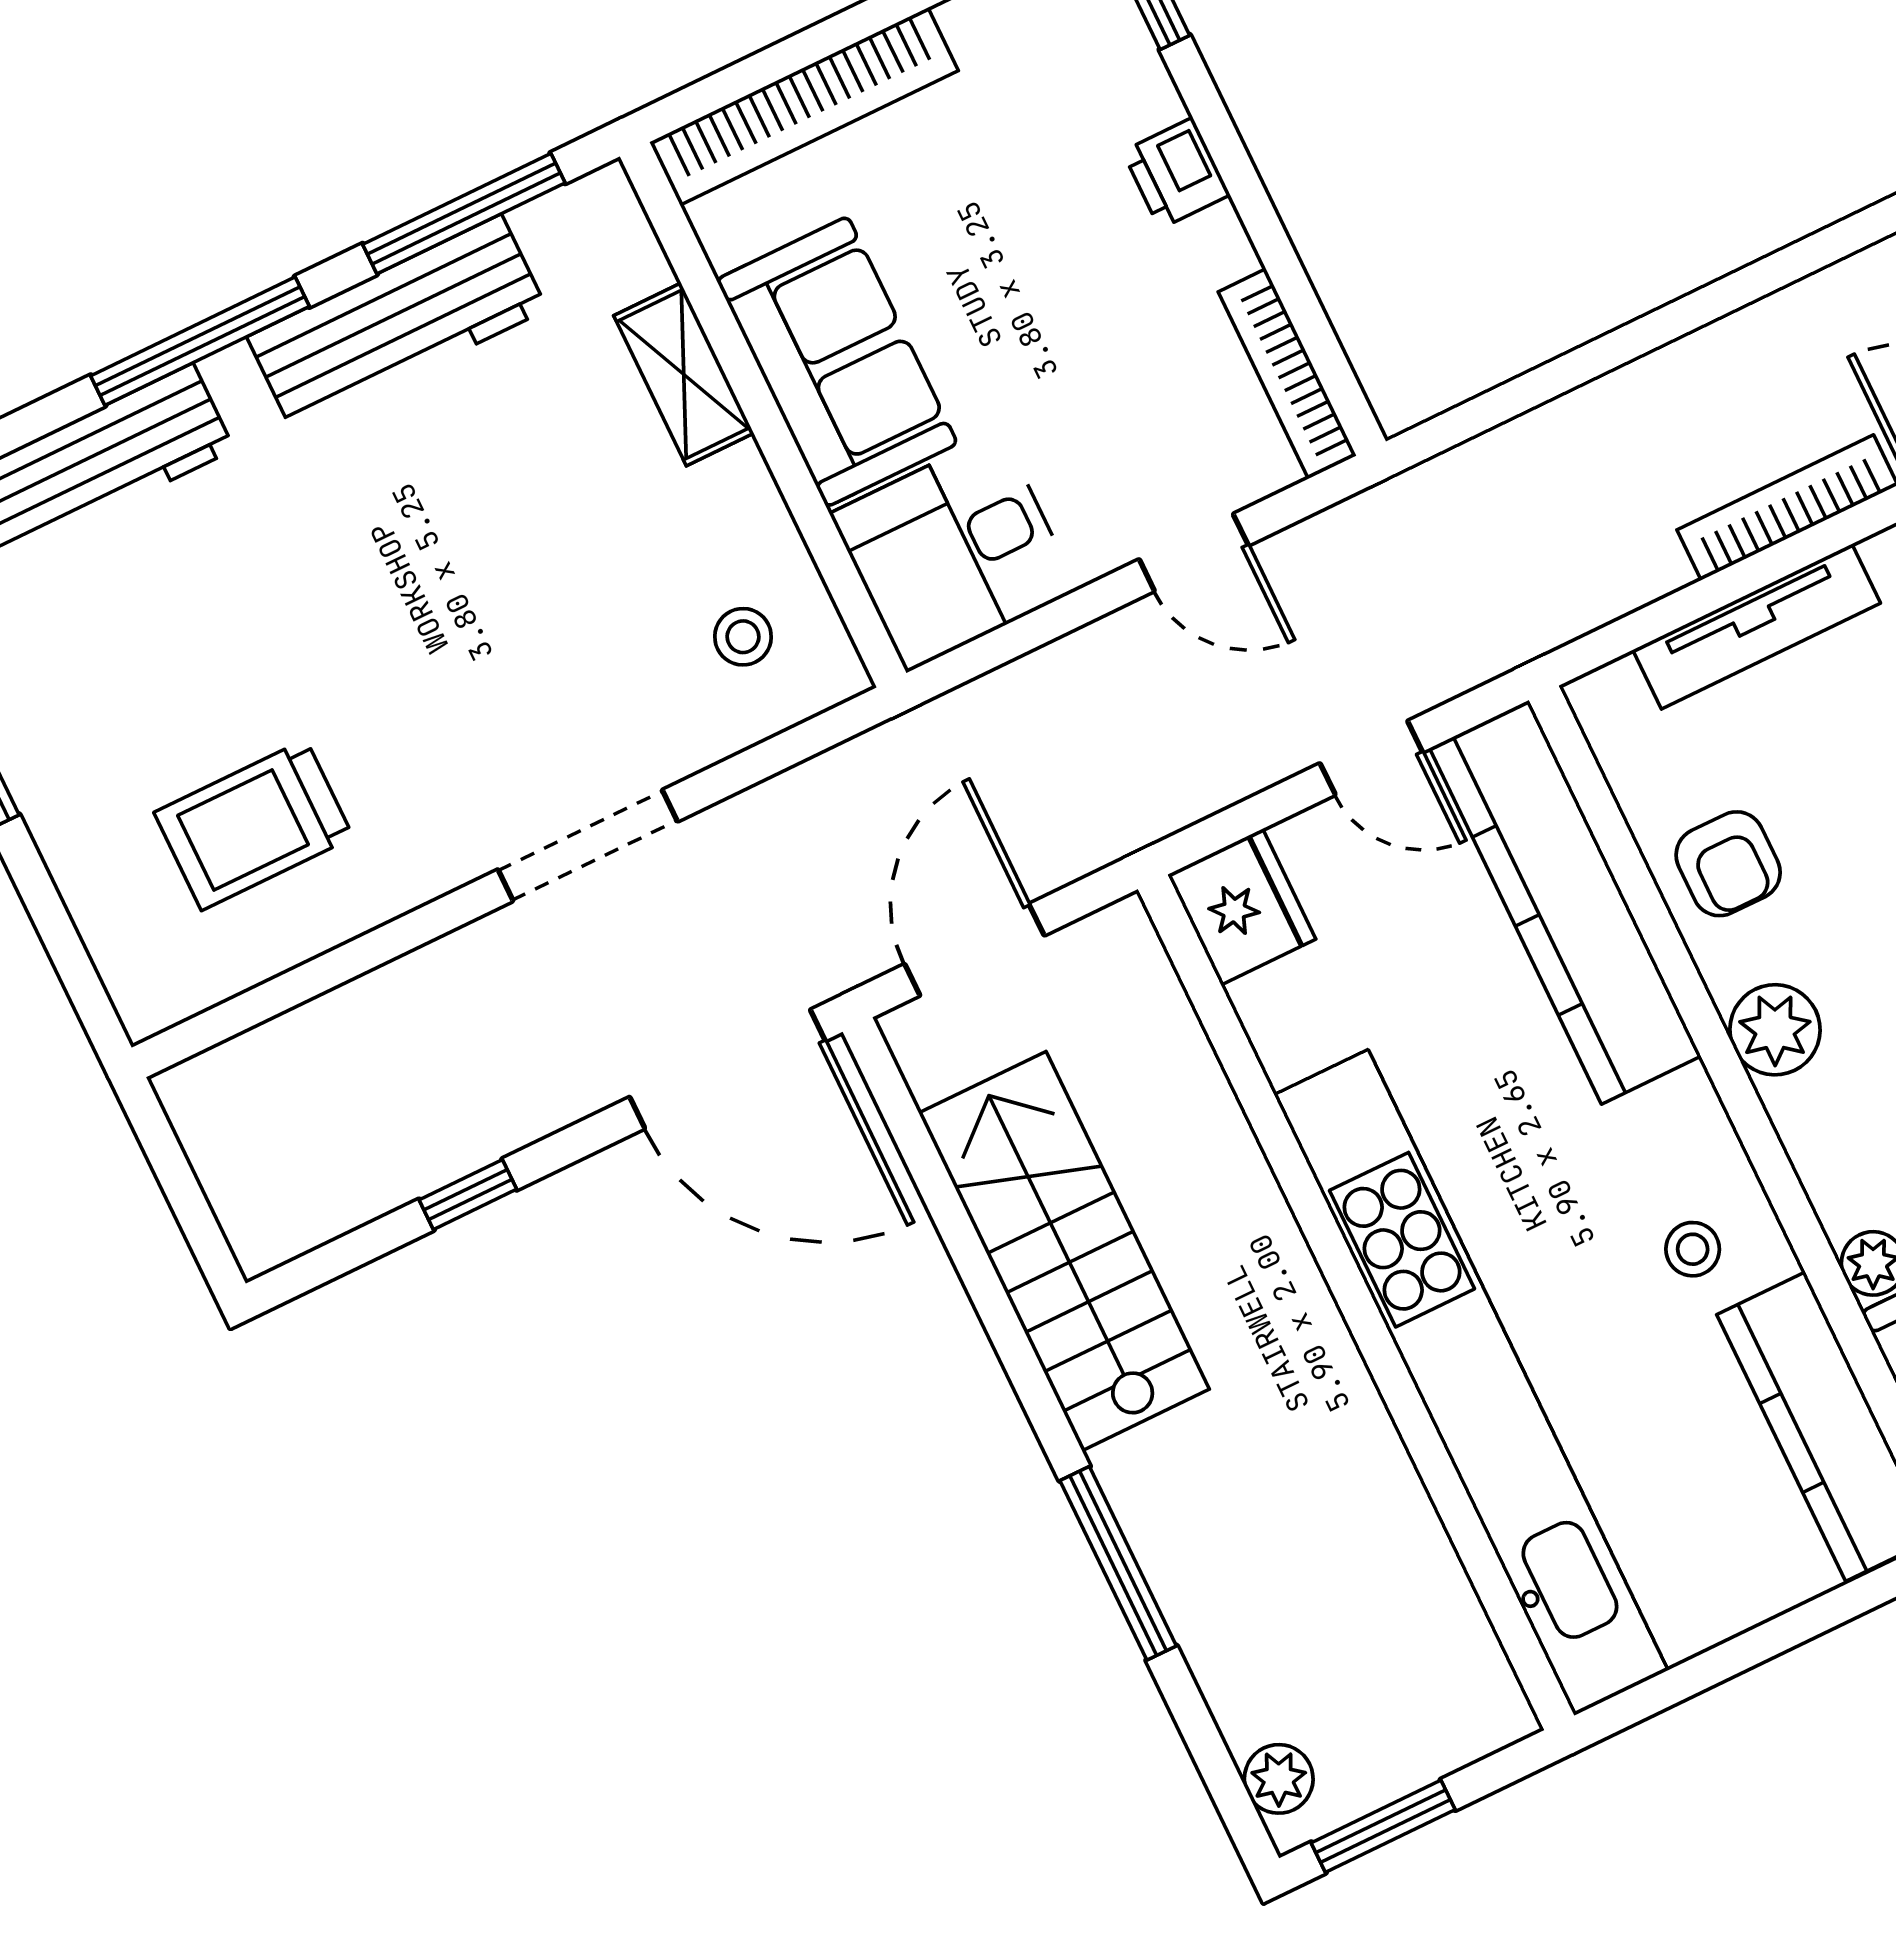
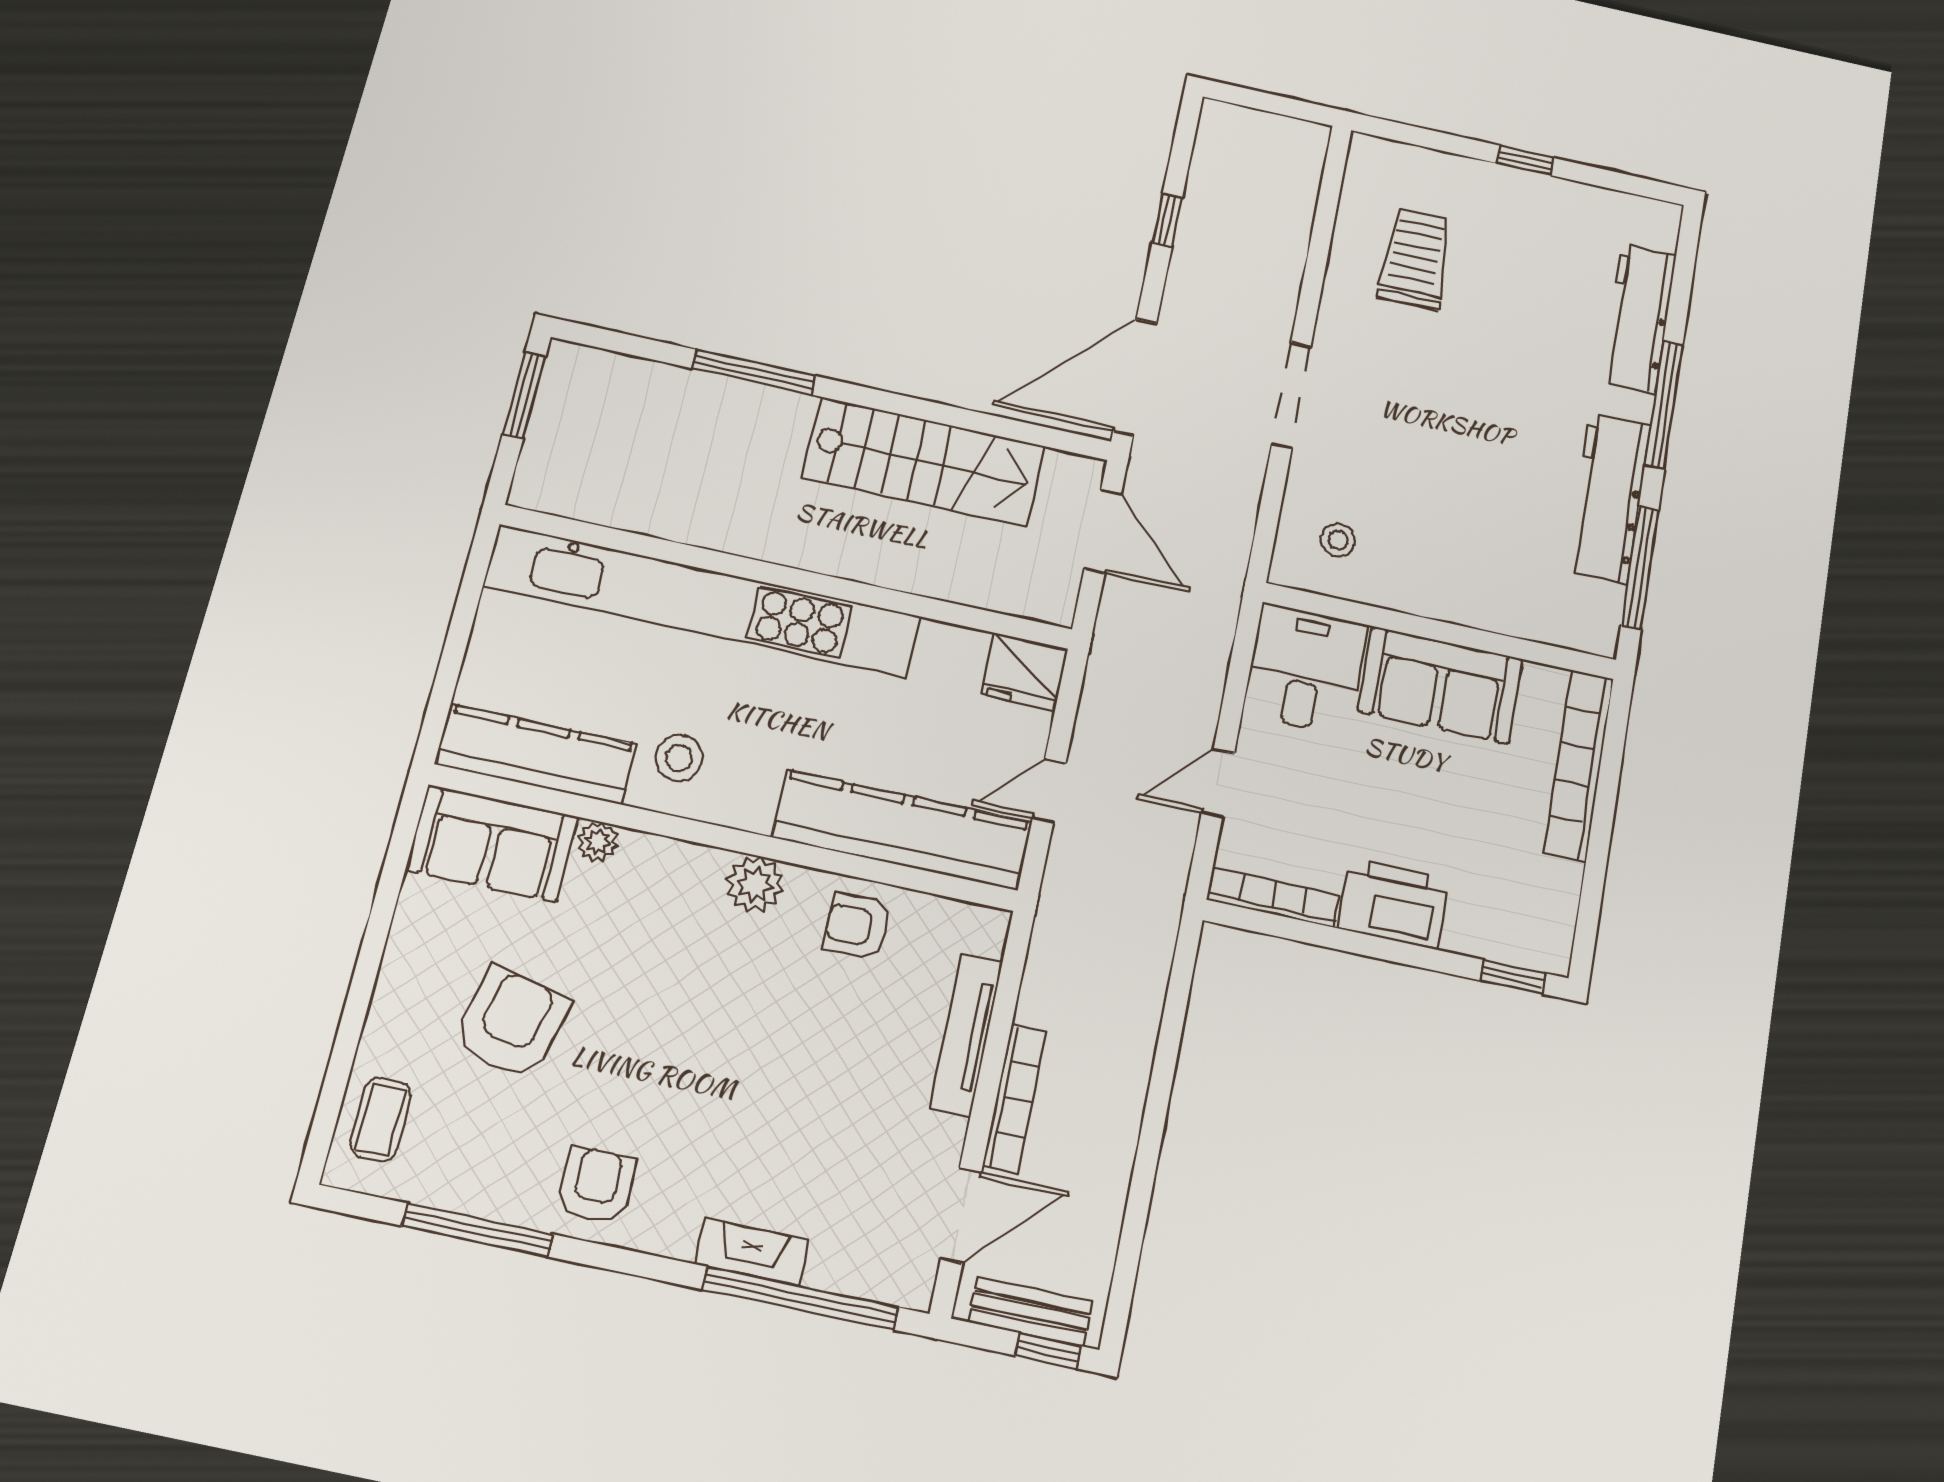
printer: (1176, 173) -> (1394, 904), width x1.87, depth x1.48
shelving: (684, 374) -> (1487, 609), removed
stool: (1693, 1249) -> (679, 758), width x1.37, depth x1.37
plant: (1279, 1779) -> (588, 366), removed

